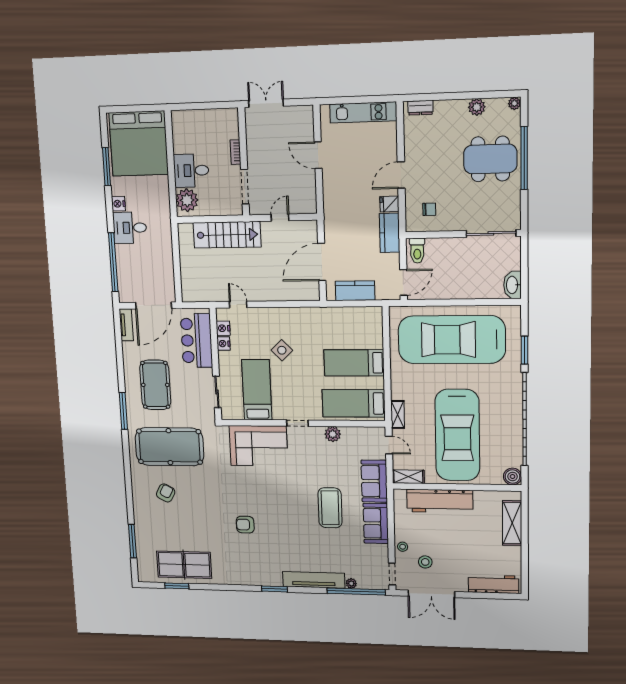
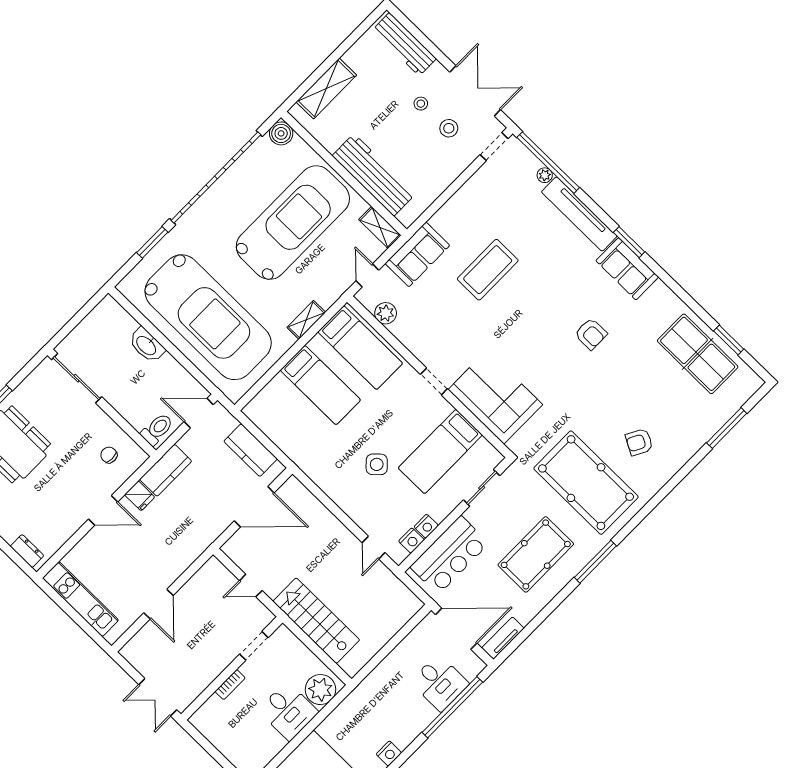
doorway: (245, 187) -> (254, 646), width x0.73
desk: (130, 228) -> (440, 683), moved
washbasin: (513, 285) -> (147, 345), moved, turned 90
shelving: (398, 415) -> (306, 320), moved
plant: (333, 434) -> (386, 313), moved
sofa: (376, 523) -> (627, 269), moved, turned 90
stool: (403, 547) -> (421, 104), moved

